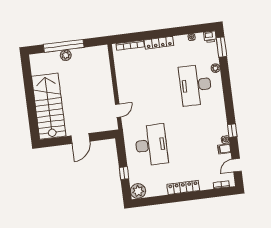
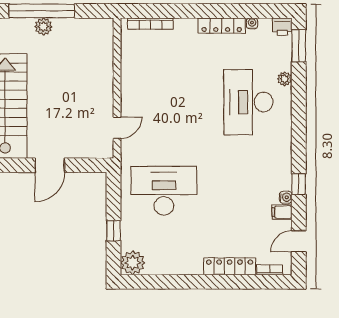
locker: (159, 43) -> (222, 26), moved
desk: (151, 145) -> (164, 191), turned -90
locker: (183, 187) -> (230, 266), moved

